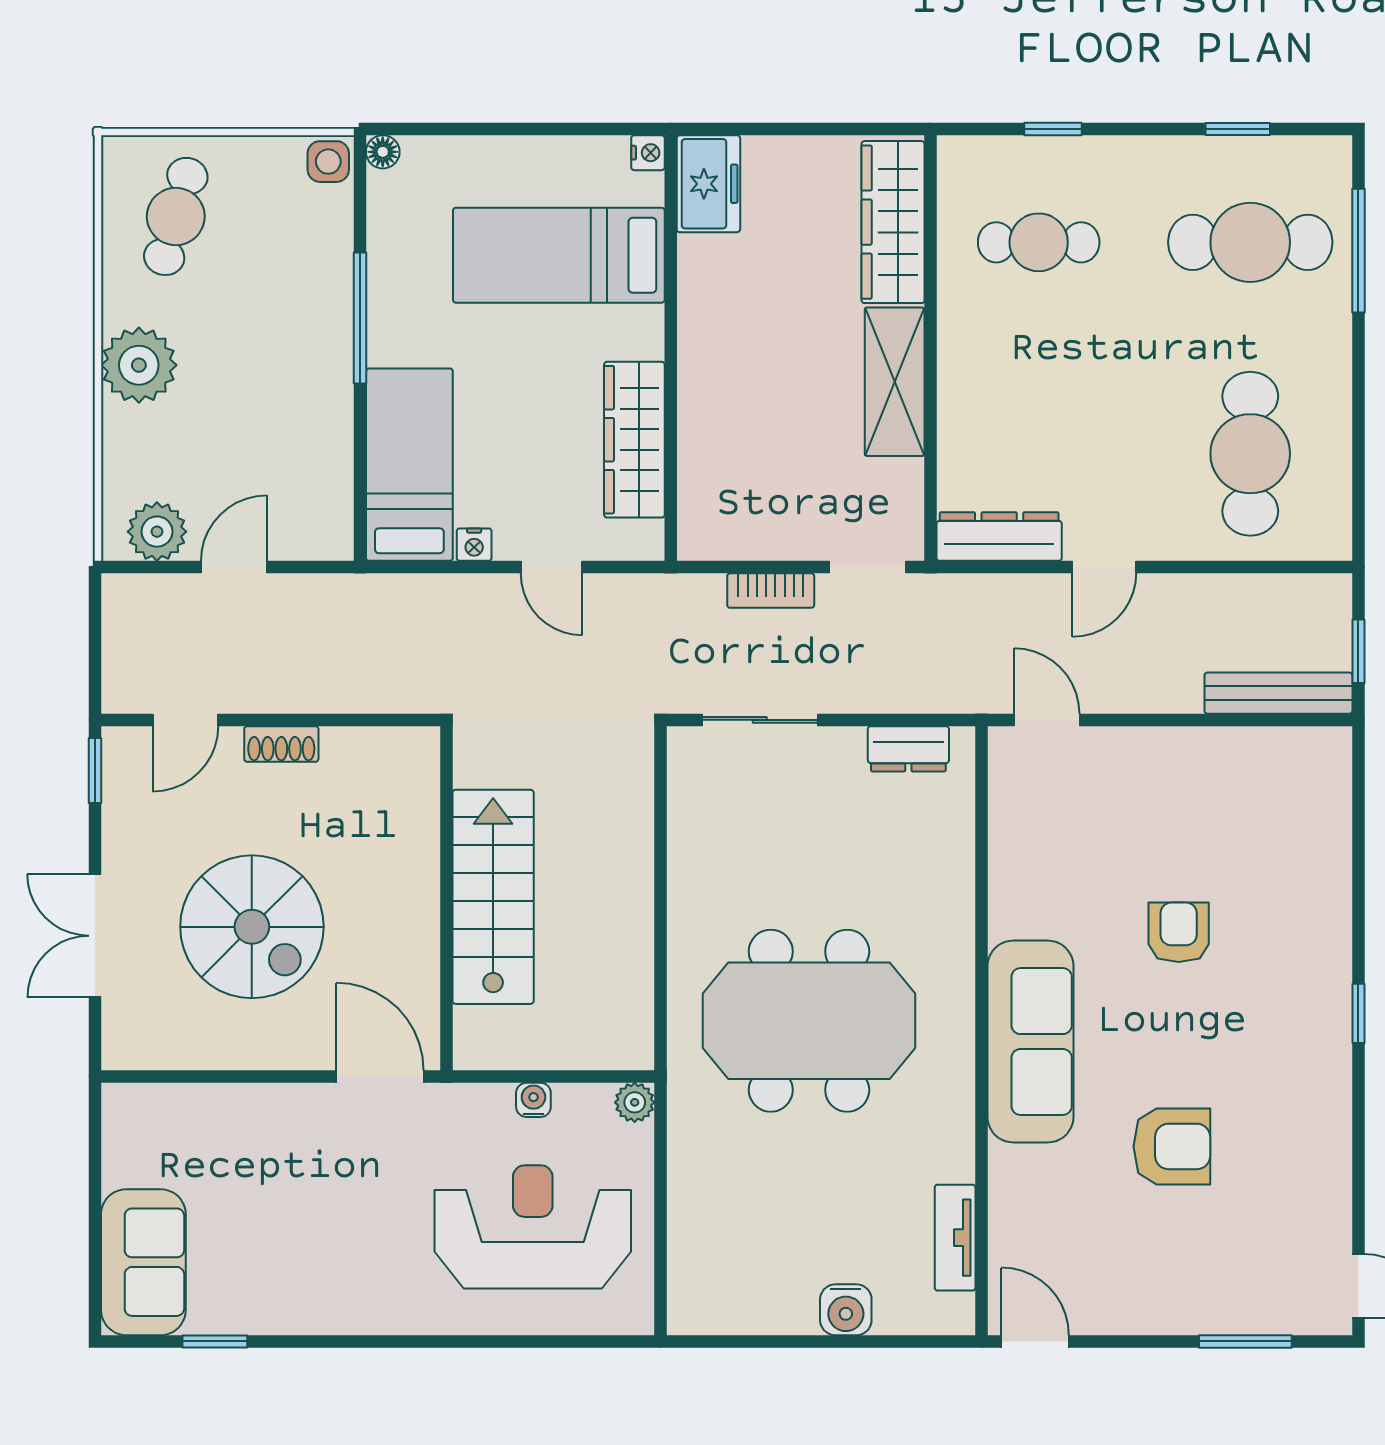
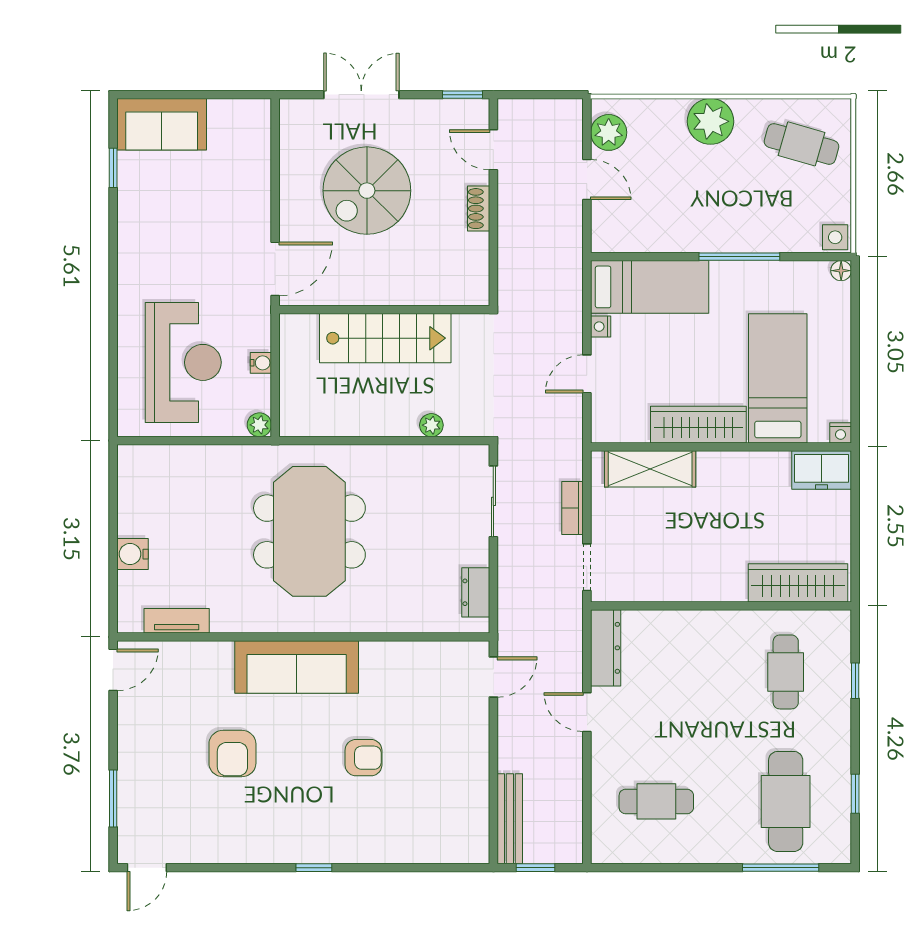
shelving: (895, 382) -> (650, 469), moved
wardrobe: (634, 440) -> (698, 425), moved
cafe table: (1250, 454) -> (656, 801), width x0.73, depth x0.74
plant: (635, 821) -> (431, 425), added

